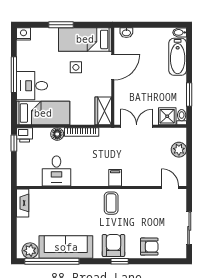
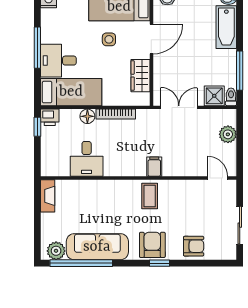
window: (189, 94) -> (240, 71), width x1.44
wardrobe: (103, 111) -> (140, 76), moved

